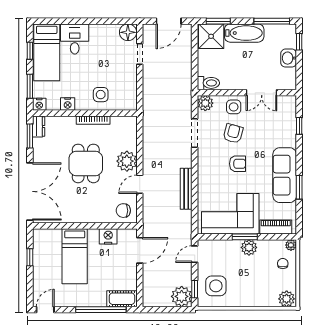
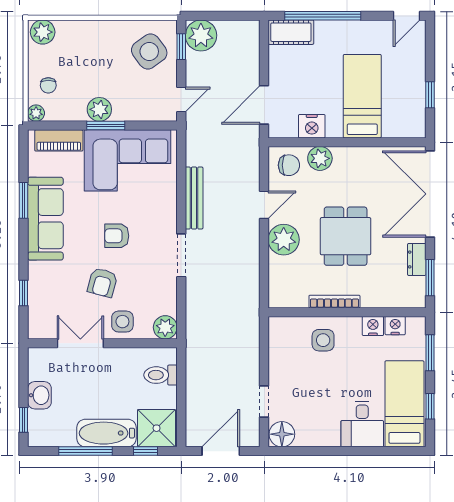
window: (218, 21) -> (146, 451), width x0.67
window: (272, 21) -> (86, 451), moved
toilet: (208, 83) -> (160, 375), moved
nightstand: (39, 104) -> (395, 326), moved
dresser: (39, 127) -> (417, 259), moved
doorway: (195, 133) -> (181, 255), moved
armchair: (233, 133) -> (102, 283), moved
plant: (103, 215) -> (320, 158), added
side table: (216, 286) -> (149, 51), turned -36

